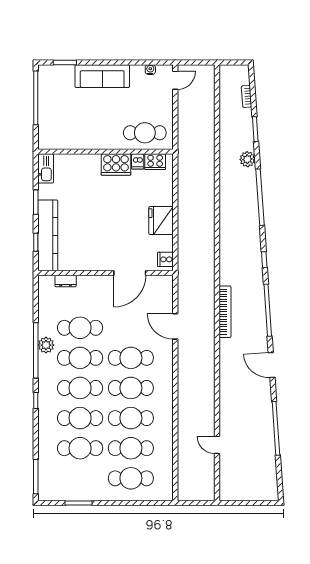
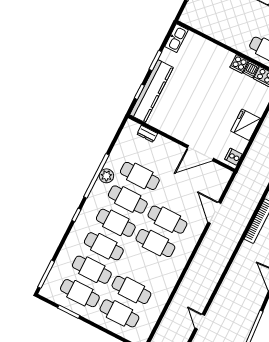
cooker: (116, 165) -> (239, 64), width x0.53, depth x0.76
cafe table: (131, 418) -> (80, 293), moved

